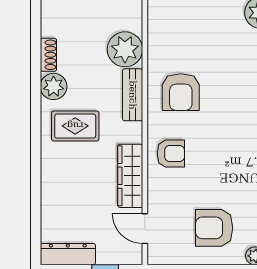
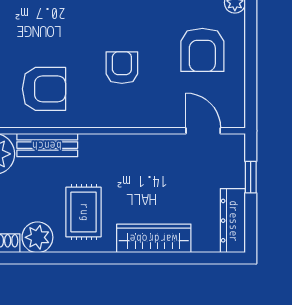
armchair: (171, 154) -> (122, 68), moved
wardrobe: (130, 176) -> (154, 238), moved, turned 180
door: (145, 229) -> (203, 131), swing flipped

